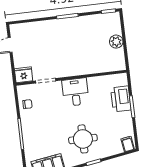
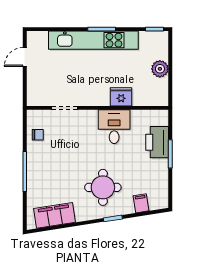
kitchen unit: (62, 25) -> (93, 40), added
fridge: (24, 75) -> (121, 97), moved
desk: (75, 92) -> (114, 127), moved
filing cabinet: (128, 144) -> (141, 203), moved

